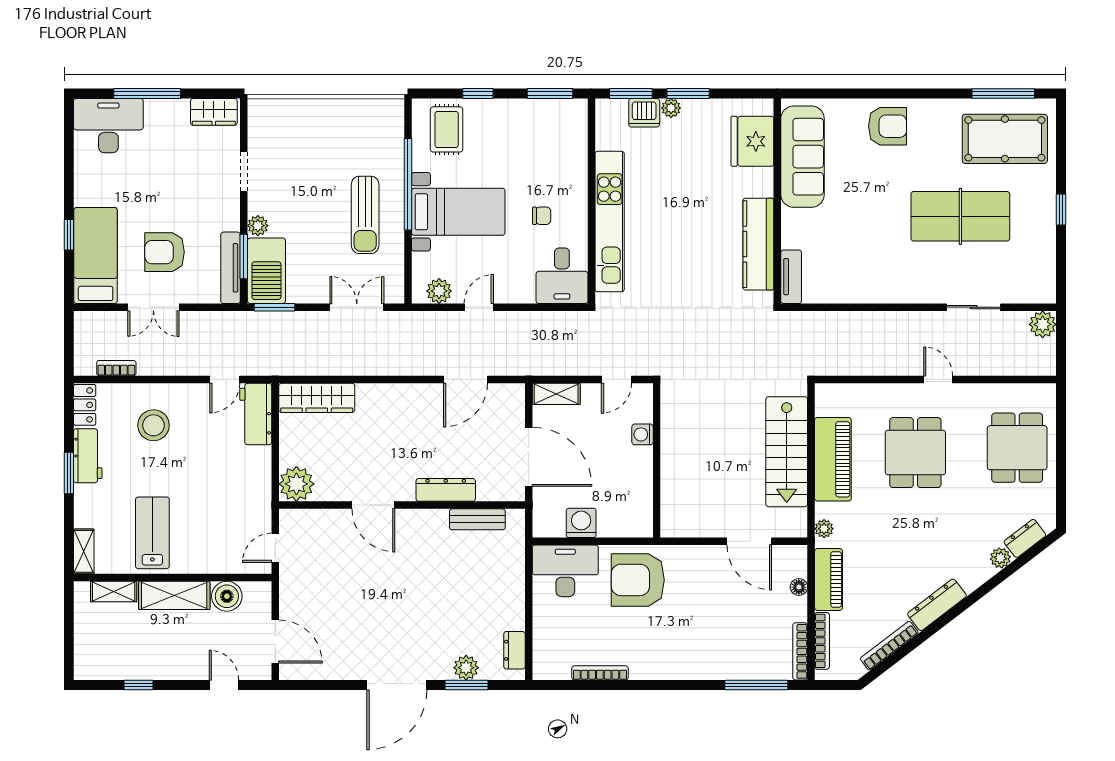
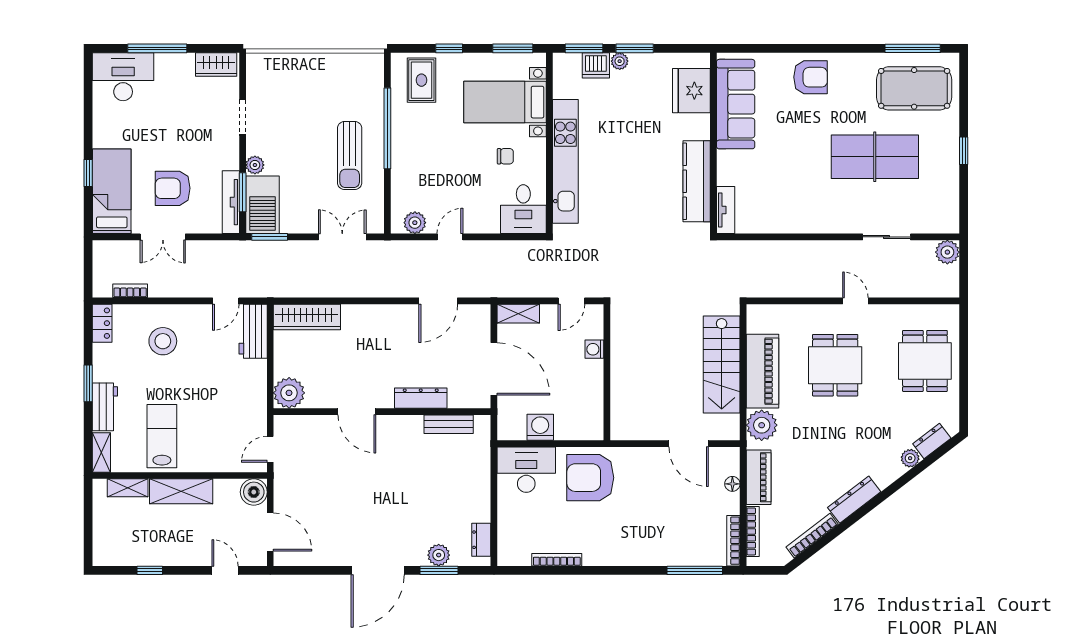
bed with nightstands: (458, 212) -> (505, 102), moved, turned 180
workbench: (88, 456) -> (105, 407), moved
plant: (824, 529) -> (762, 425), width x1.87, depth x1.87
boiler: (227, 596) -> (254, 492), moved

